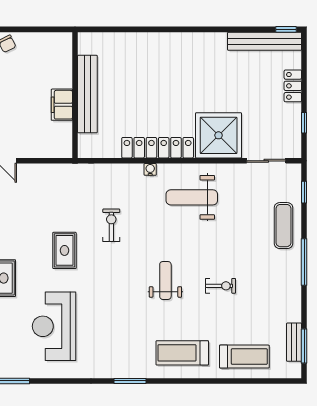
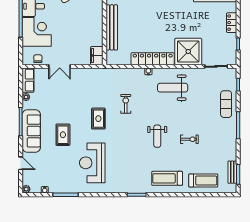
filing cabinet: (62, 105) -> (97, 56), moved
weight bench: (165, 280) -> (157, 136), turned 180

